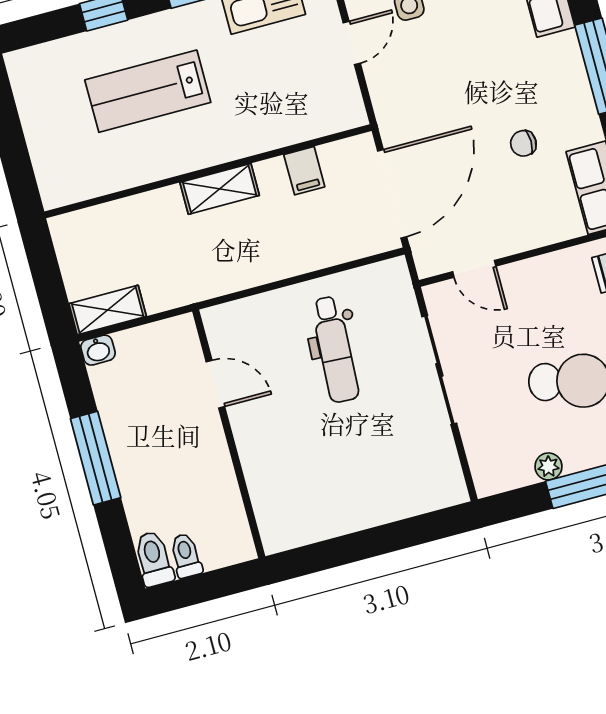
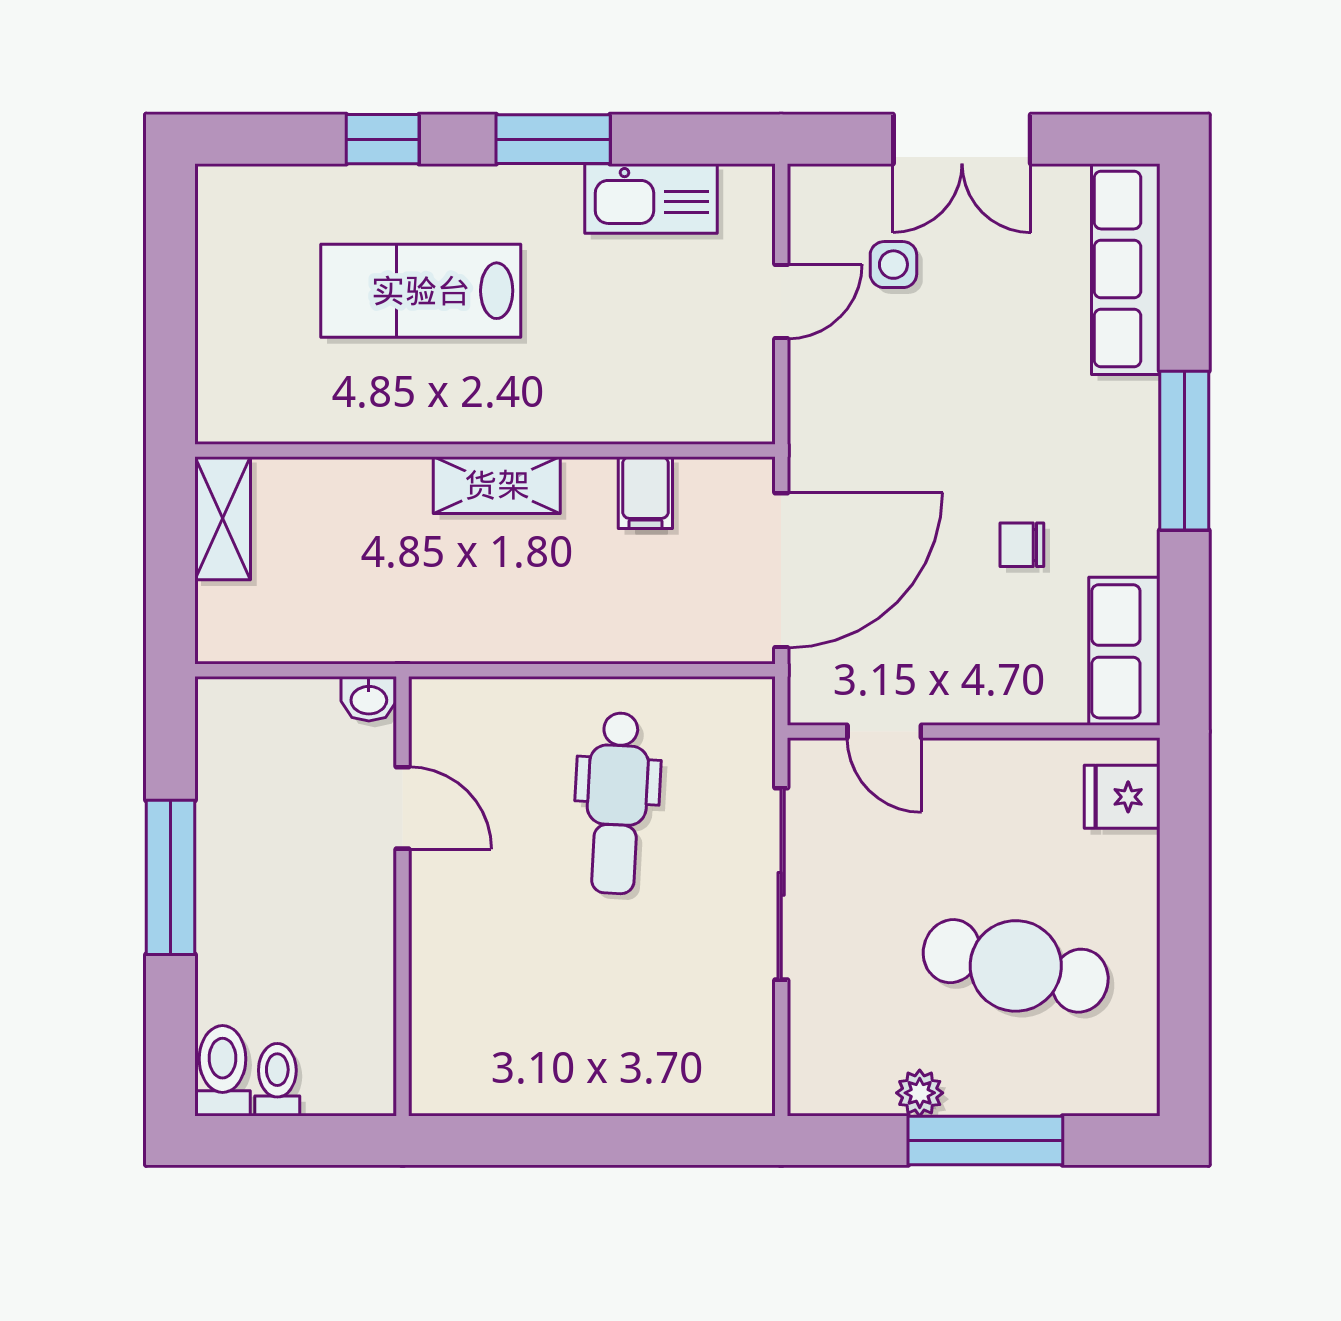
shelving: (108, 310) -> (223, 518), moved, turned 90
washbasin: (98, 350) -> (369, 699), moved

